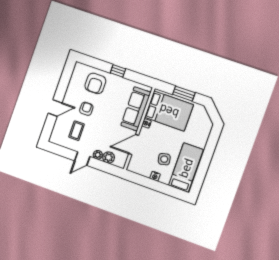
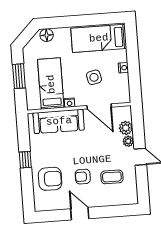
door: (55, 108) -> (80, 214), moved
bed: (169, 111) -> (51, 84), width x0.67
floor lamp: (206, 129) -> (47, 35), added
side table: (164, 159) -> (94, 77), moved

